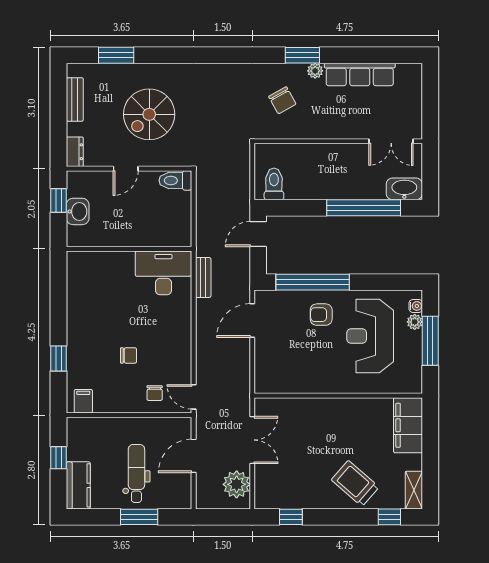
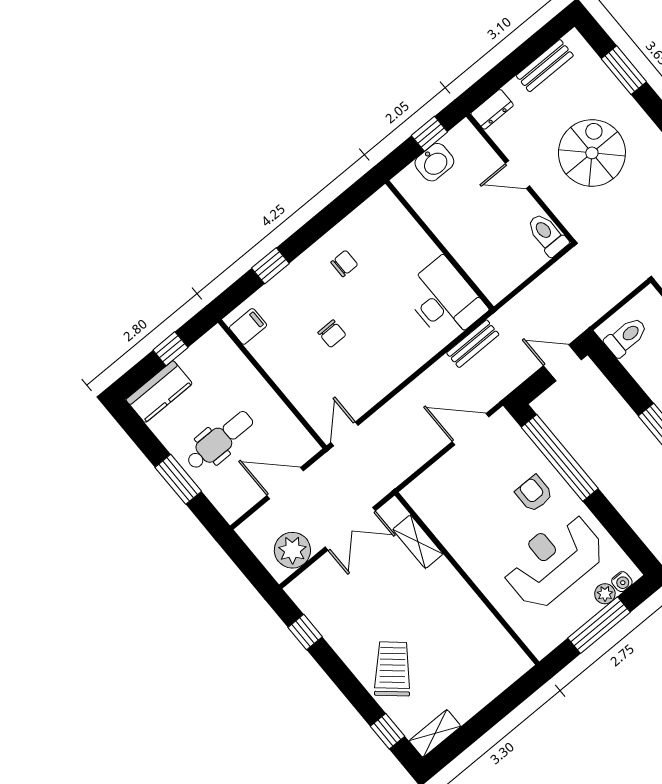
spiral stairs: (149, 114) -> (592, 153), turned 90
chair: (155, 393) -> (344, 263), moved, turned 180
shelving: (293, 406) -> (418, 542), added
filing cabinet: (408, 425) -> (495, 674), removed

